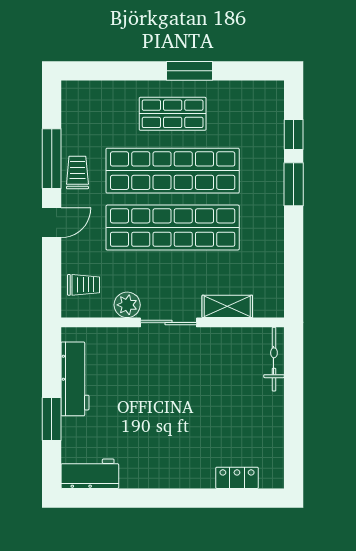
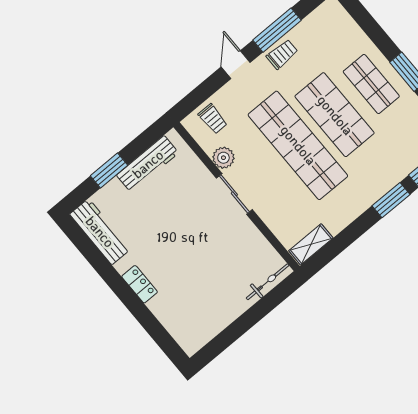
shop shelf: (173, 171) -> (335, 115), width x0.71
door: (52, 223) -> (236, 65), swing flipped
shelving: (227, 306) -> (311, 244), moved, turned 90
workbench: (90, 474) -> (100, 232), width x1.38
locker: (237, 478) -> (140, 284), moved

